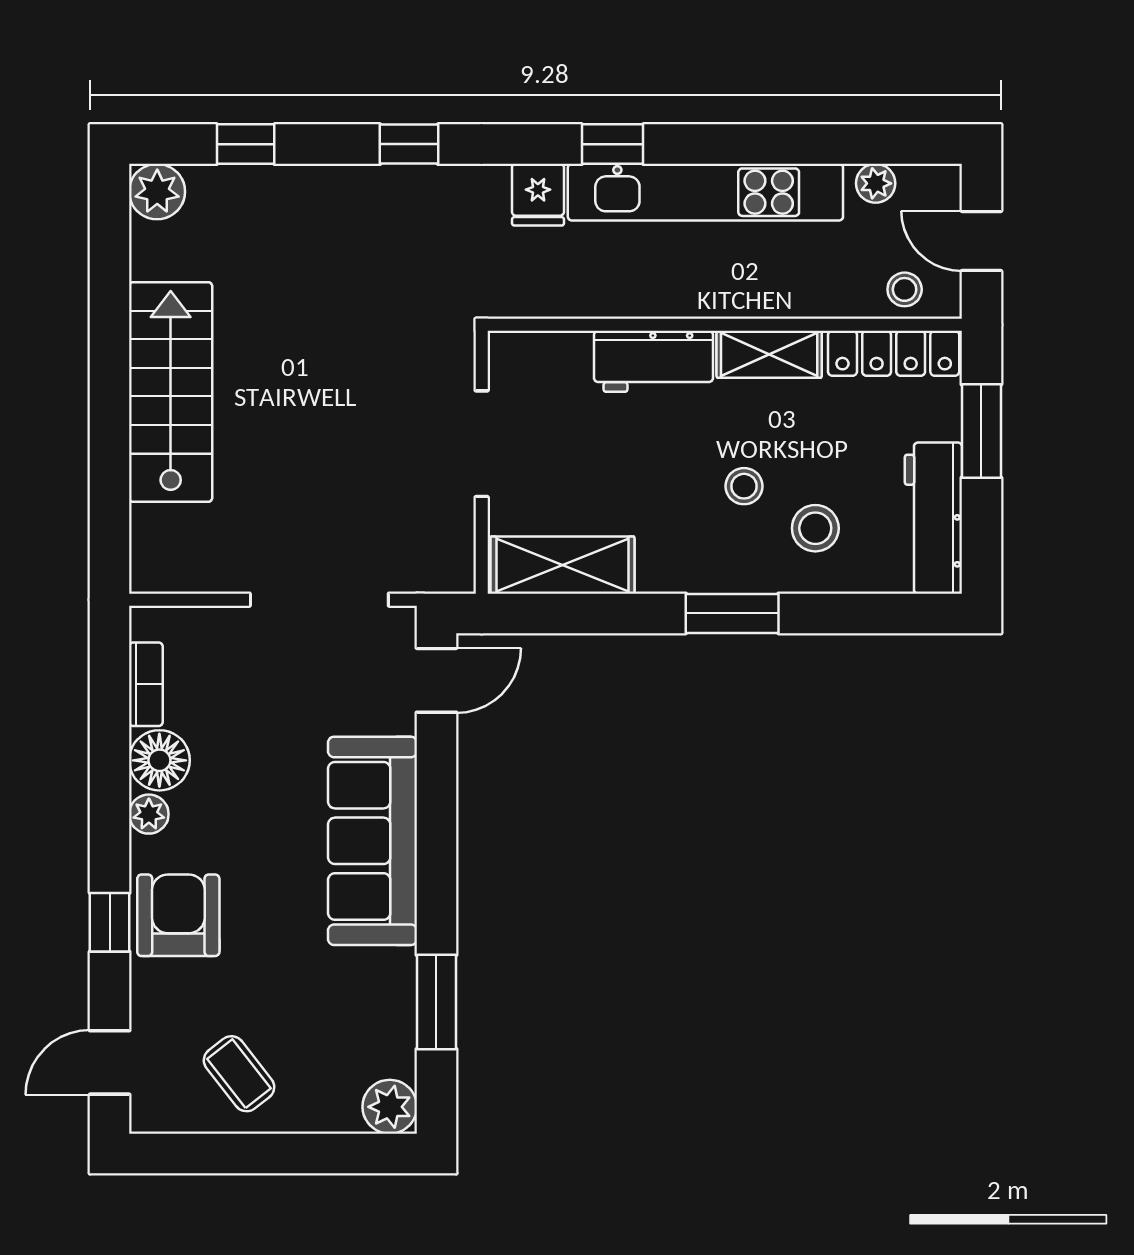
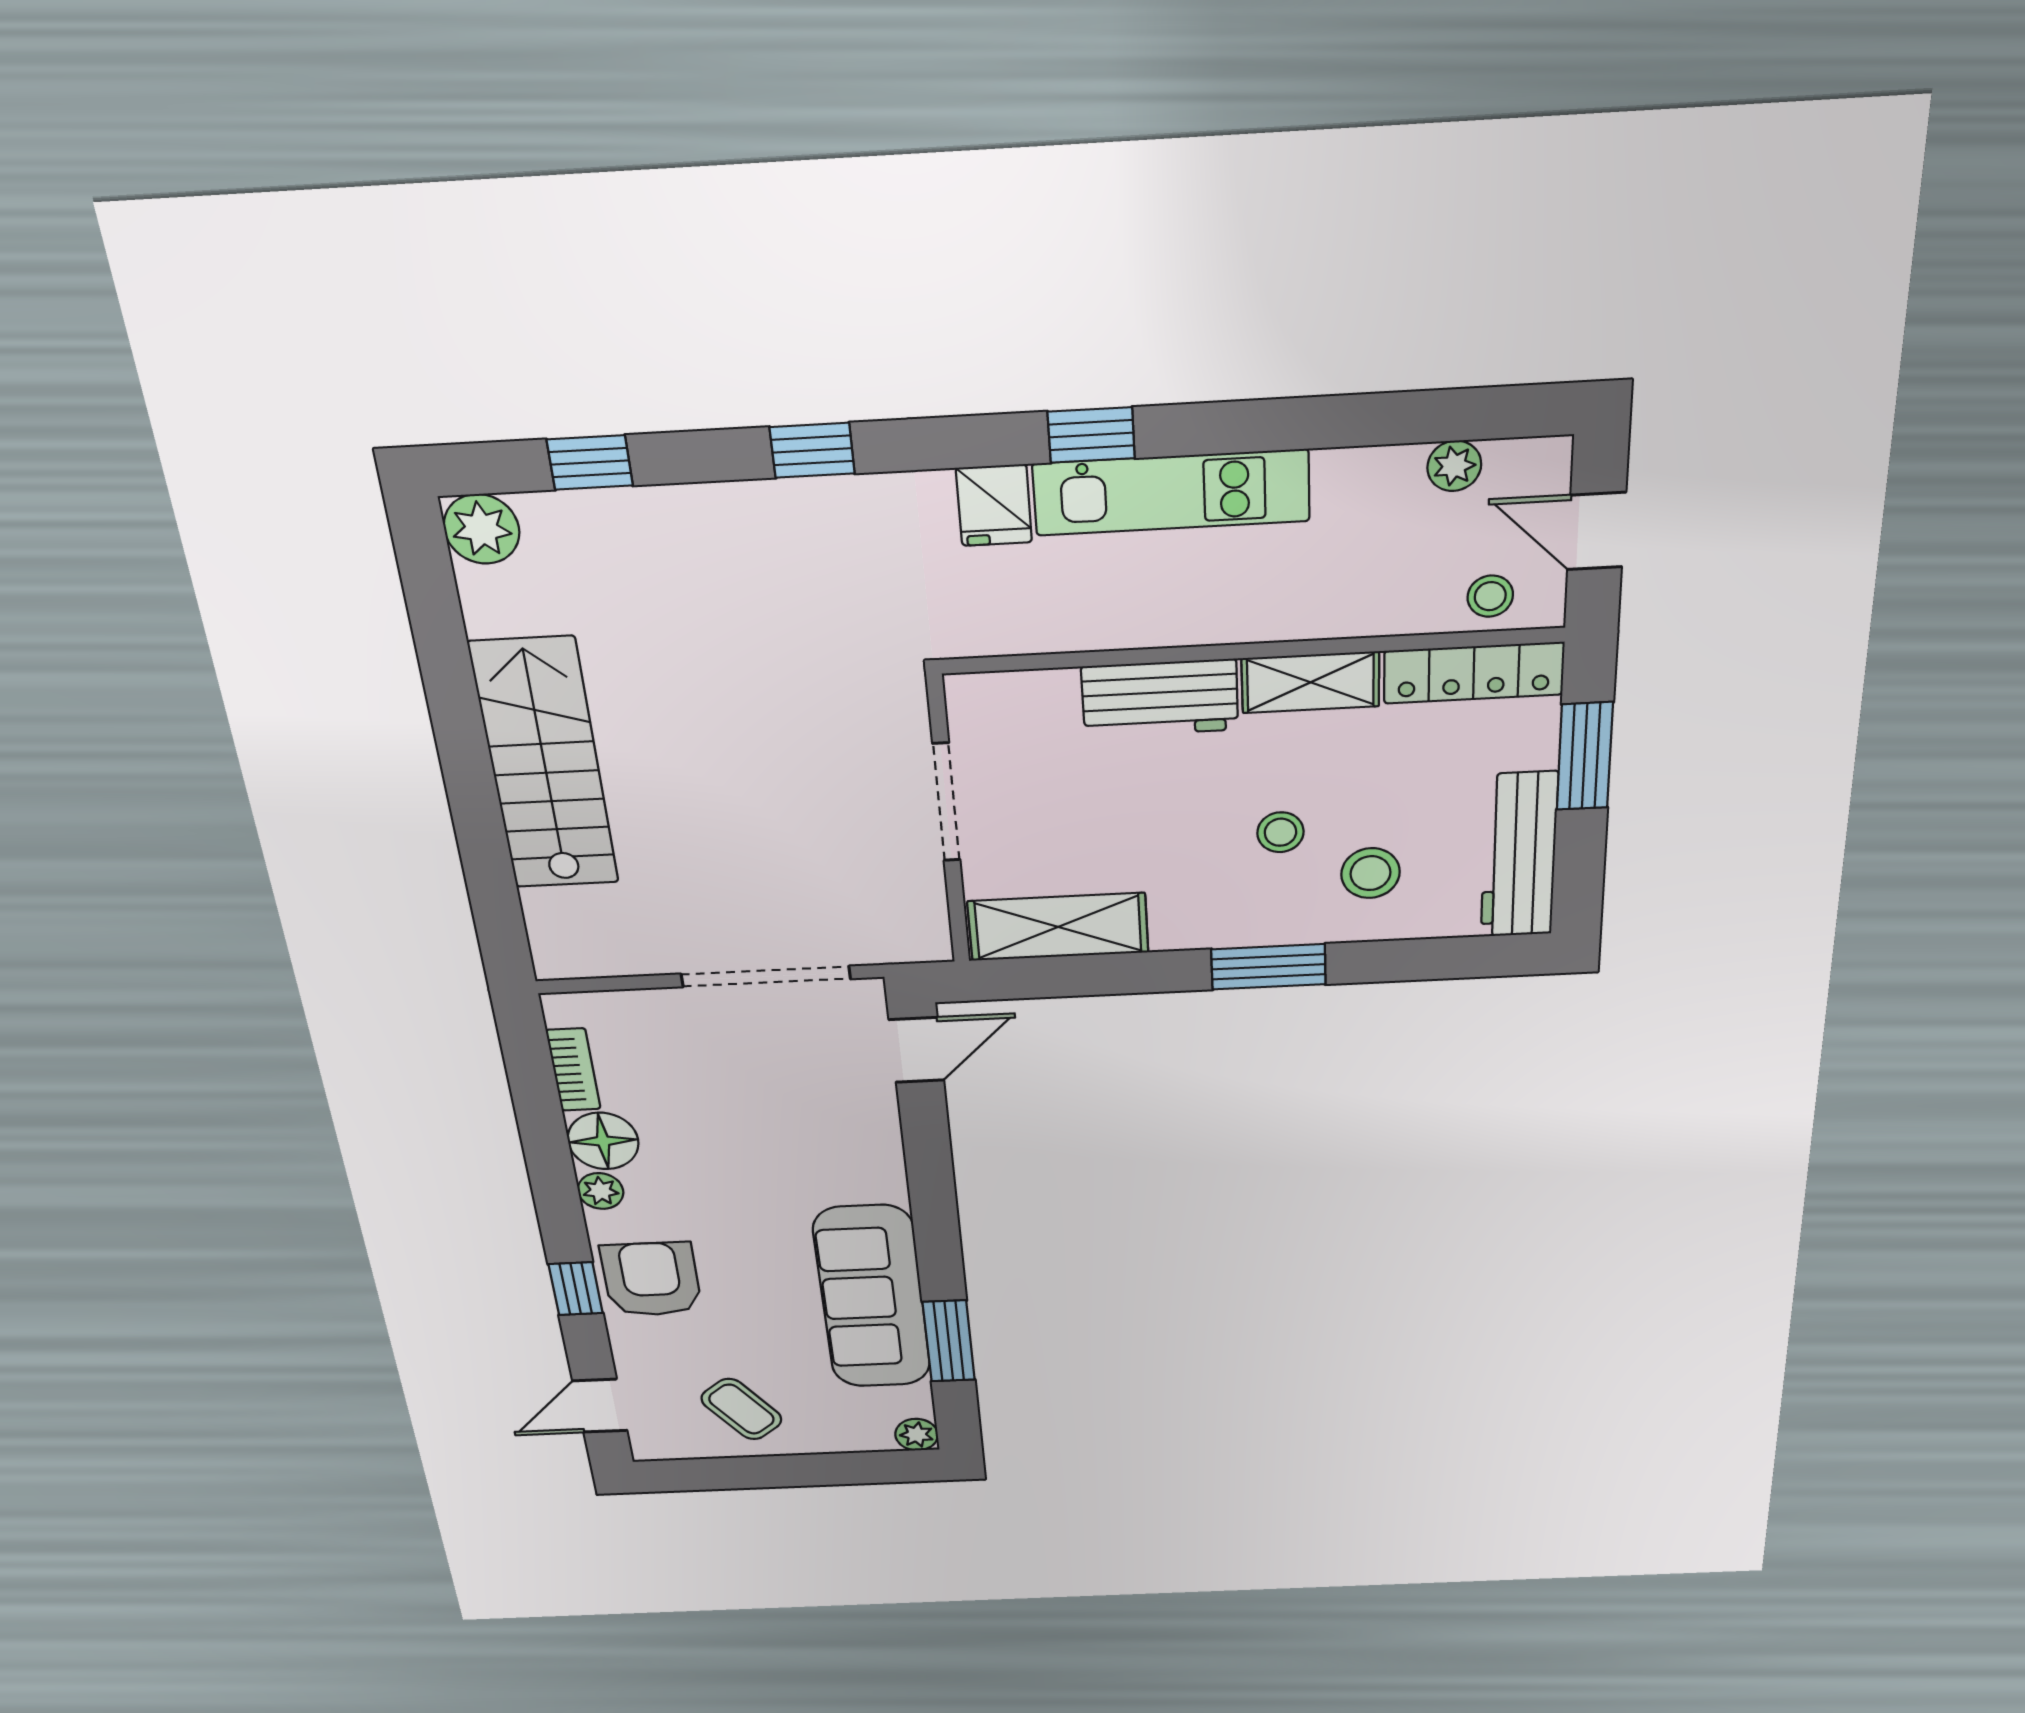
kitchen unit: (705, 192) -> (1171, 492), width x0.73
sofa: (373, 841) -> (872, 1297), moved
plant: (390, 1107) -> (917, 1435), width x0.73, depth x0.73

